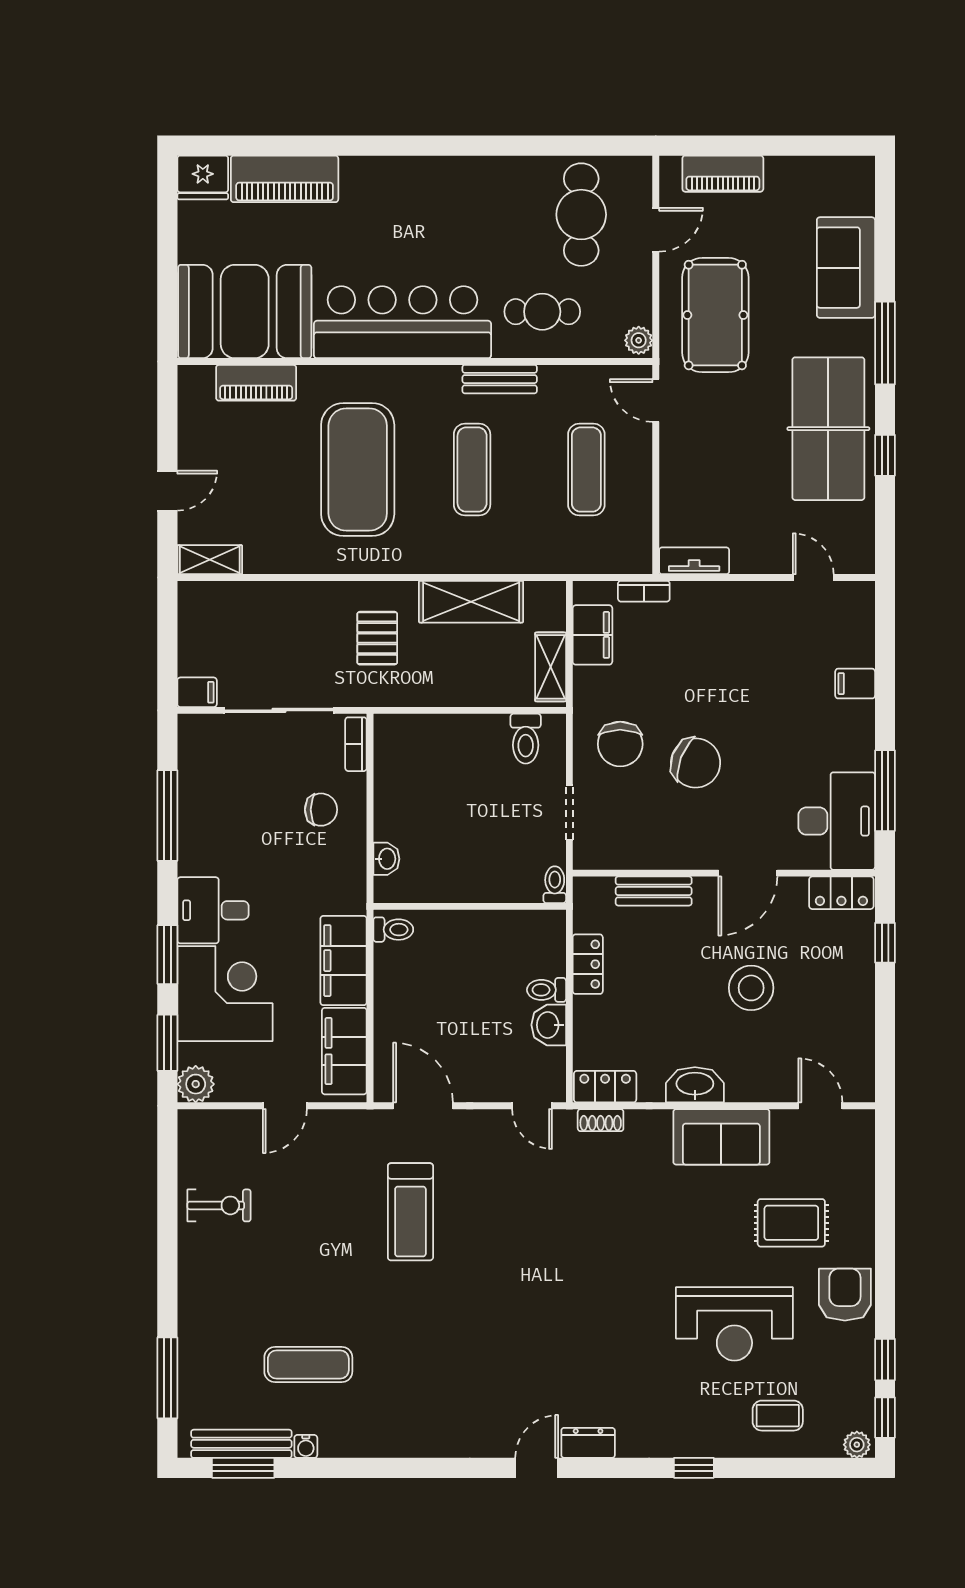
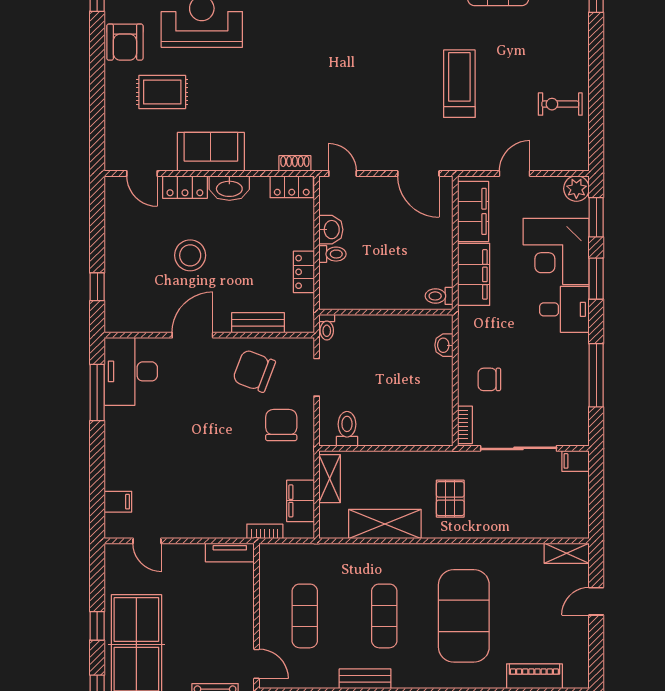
filing cabinet: (855, 684) -> (118, 502), moved
chair: (696, 763) -> (254, 371), moved
locker: (841, 893) -> (185, 187), moved, turned 180
treadmill: (410, 1212) -> (459, 84), moved

